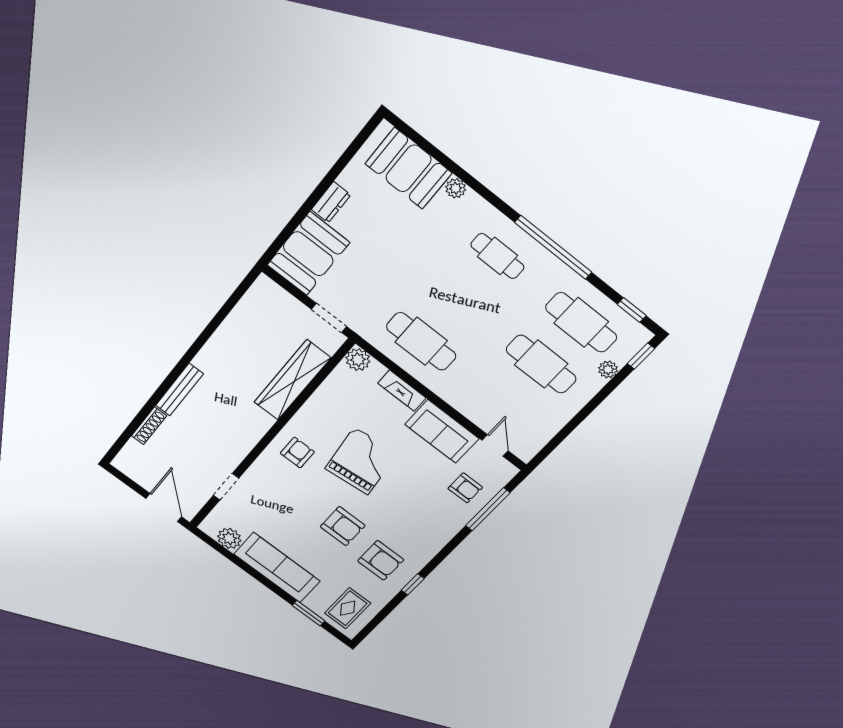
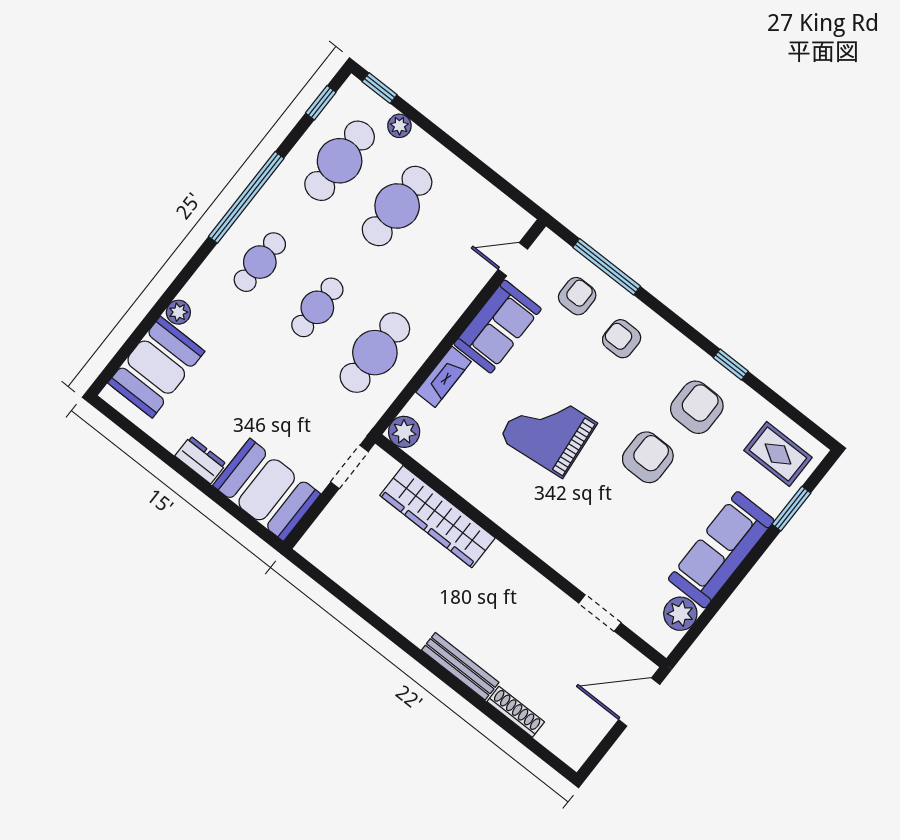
cafe table: (459, 300) -> (317, 307), added
armchair: (297, 453) -> (622, 339), moved

